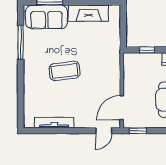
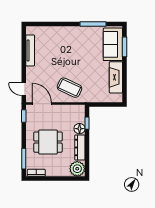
floor lamp: (154, 60) -> (80, 129), added
coffee table: (64, 71) -> (70, 88), moved, turned -58

